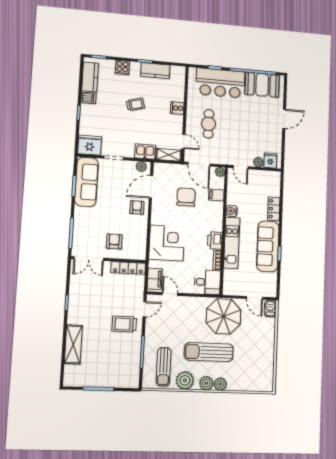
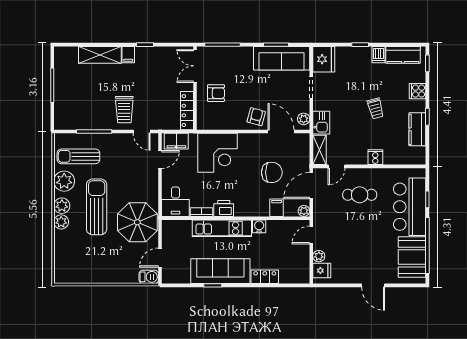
armchair: (137, 207) -> (256, 117), turned -75
filing cabinet: (75, 318) -> (128, 55), added
trolley: (124, 324) -> (124, 110), turned 180

